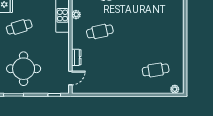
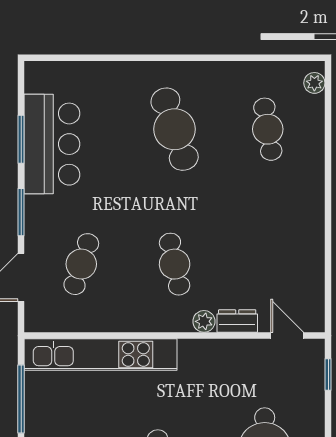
plant: (76, 15) -> (204, 321), moved
cafe table: (156, 31) -> (175, 129), added

